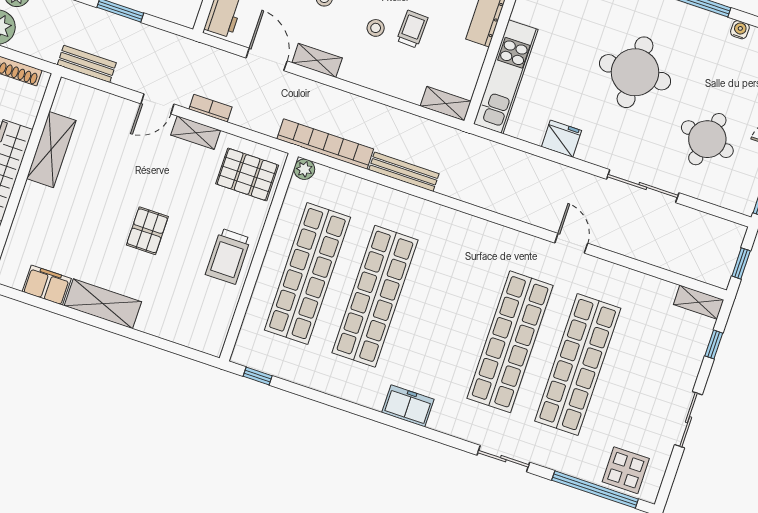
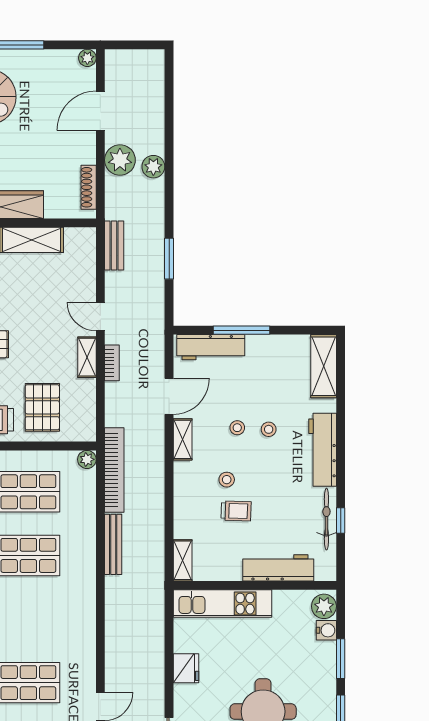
pallet: (247, 174) -> (42, 407), moved

